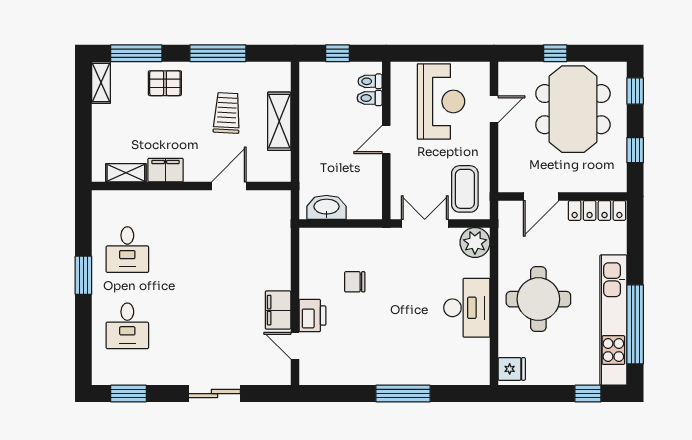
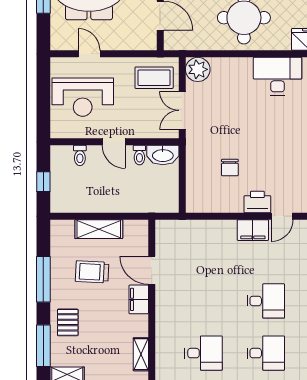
toilet: (370, 81) -> (139, 155), moved
reception desk: (441, 101) -> (83, 97), turned 180
filing cabinet: (166, 170) -> (139, 299), moved
washbasin: (326, 207) -> (163, 155), moved, turned -90
desk: (467, 308) -> (278, 76), moved
desk: (191, 326) -> (266, 301), added

